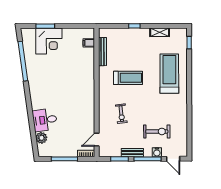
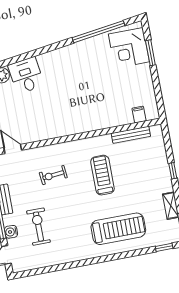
corner desk: (49, 41) -> (129, 48), moved
treadmill: (128, 78) -> (102, 175), turned 180
exercise bike: (157, 131) -> (38, 227), turned 180

